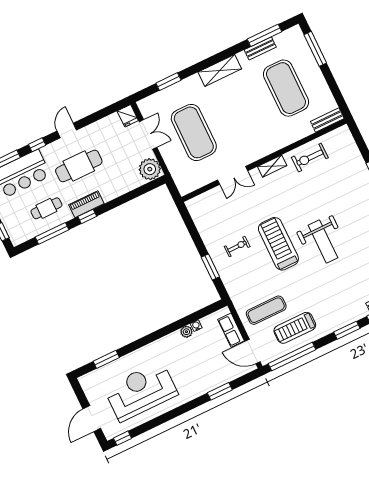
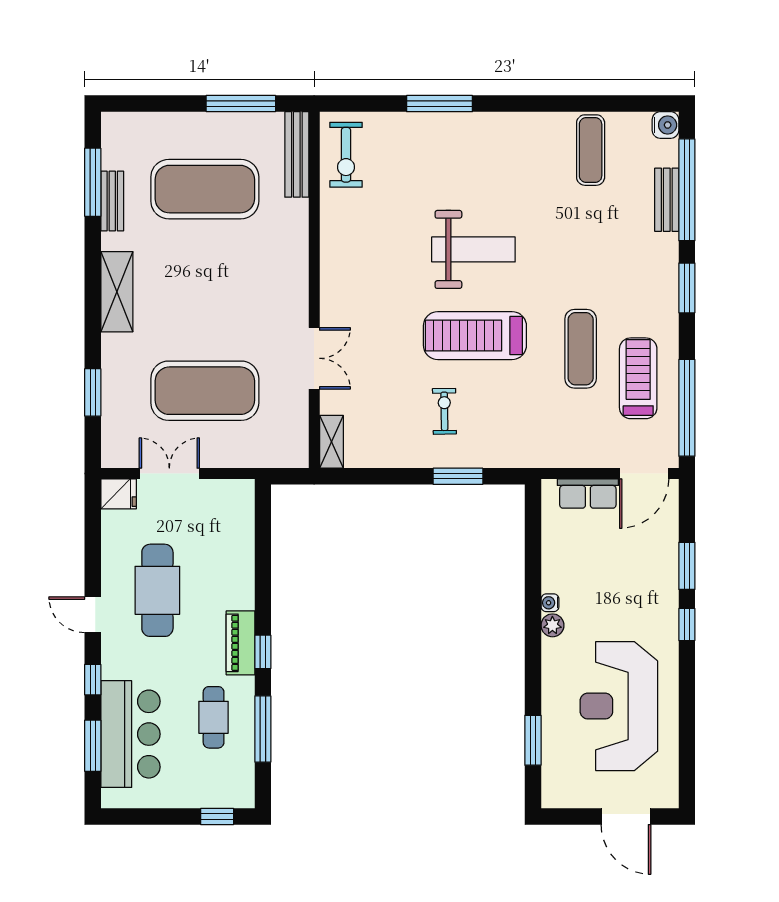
window: (315, 49) -> (241, 104), moved
bench: (327, 120) -> (297, 154), width x1.36
exercise bike: (310, 158) -> (346, 155), moved
cafe table: (79, 166) -> (157, 590), moved
shelving: (272, 166) -> (331, 442), moved
plant: (150, 169) -> (232, 500), removed
weight bench: (323, 241) -> (473, 249), moved
exercise mat: (266, 310) -> (581, 349), moved
water cooler: (196, 326) -> (550, 603), moved
treadmill: (295, 328) -> (638, 378), turned 180
plant: (186, 332) -> (552, 625), moved
window: (122, 438) -> (687, 625), moved

